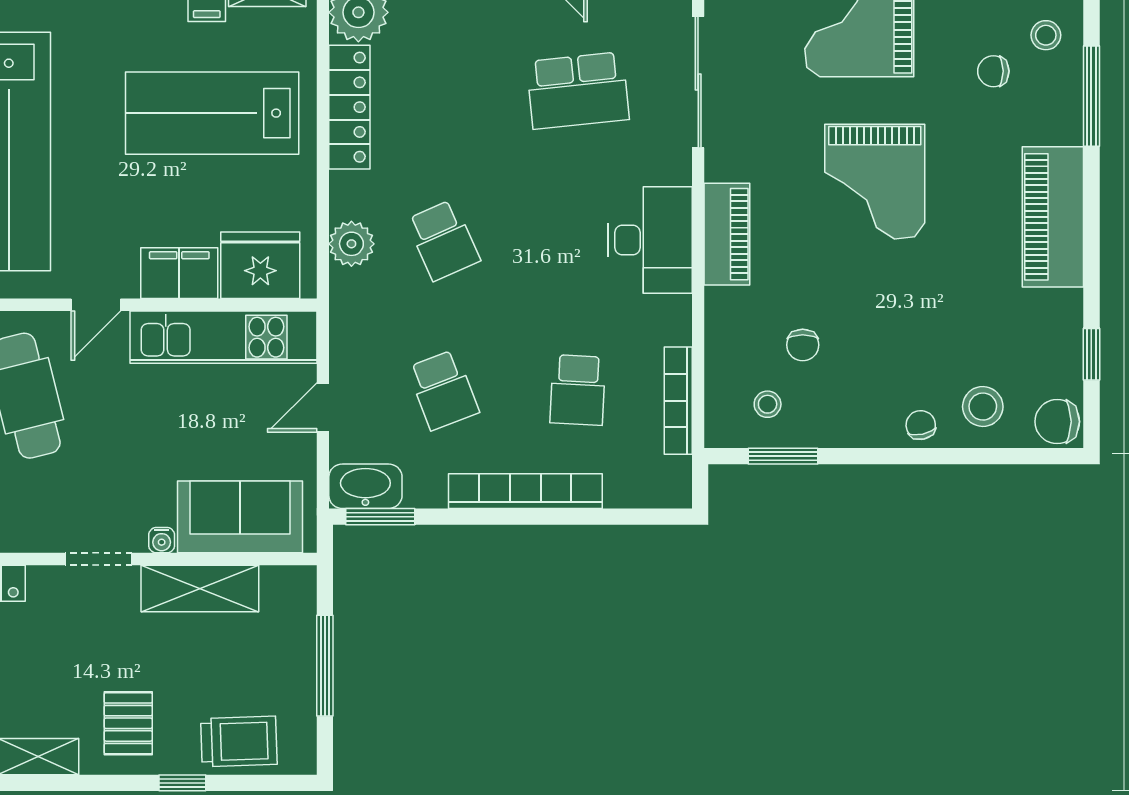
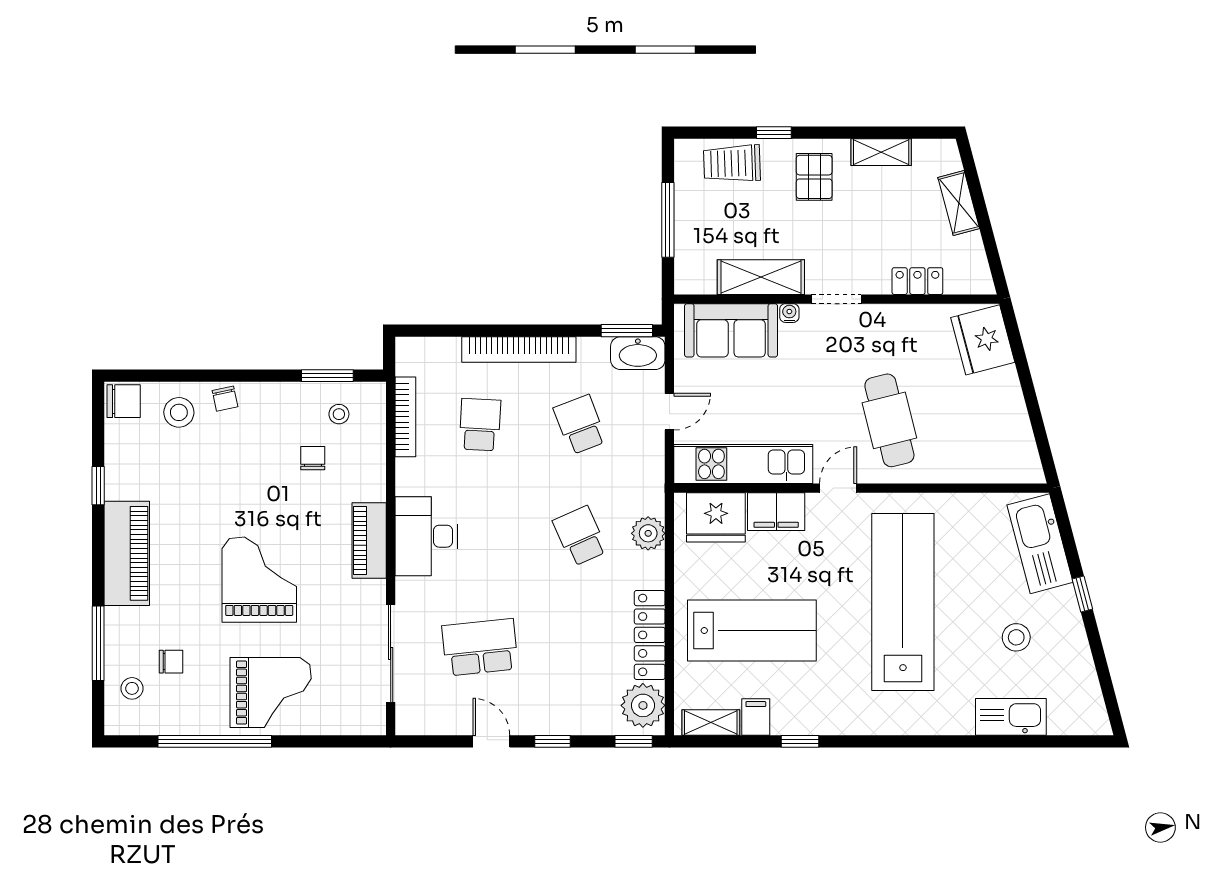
window: (1091, 354) -> (98, 486), moved

